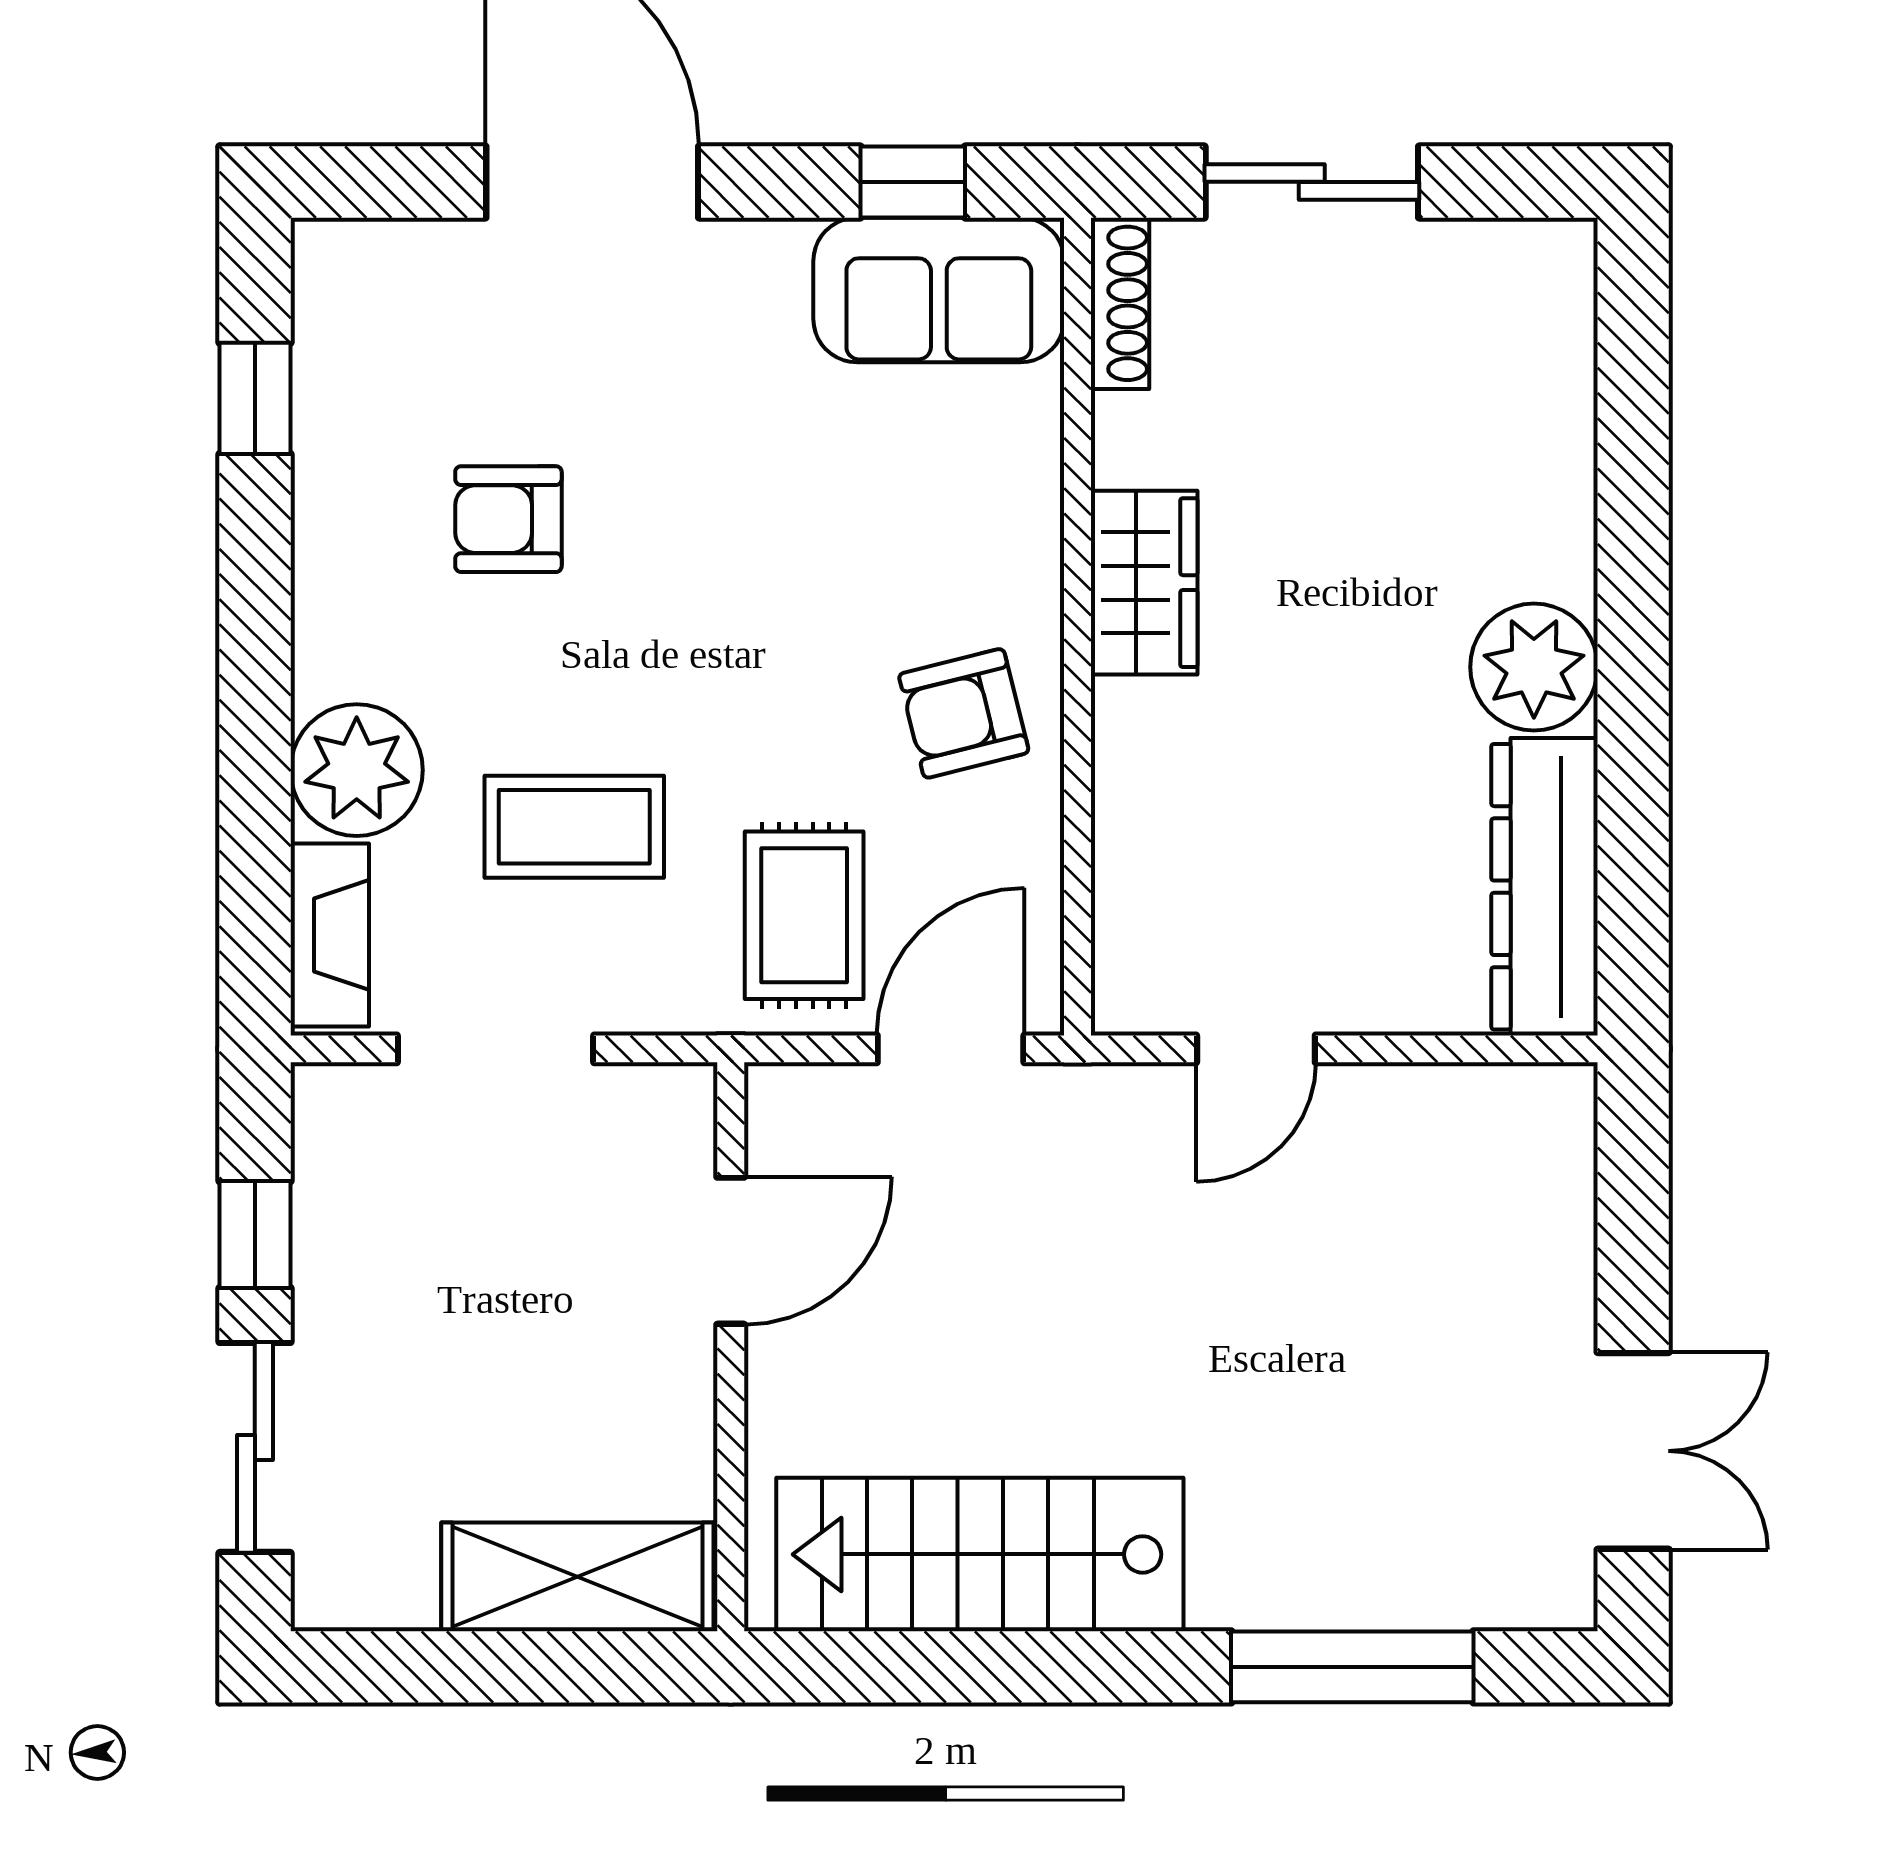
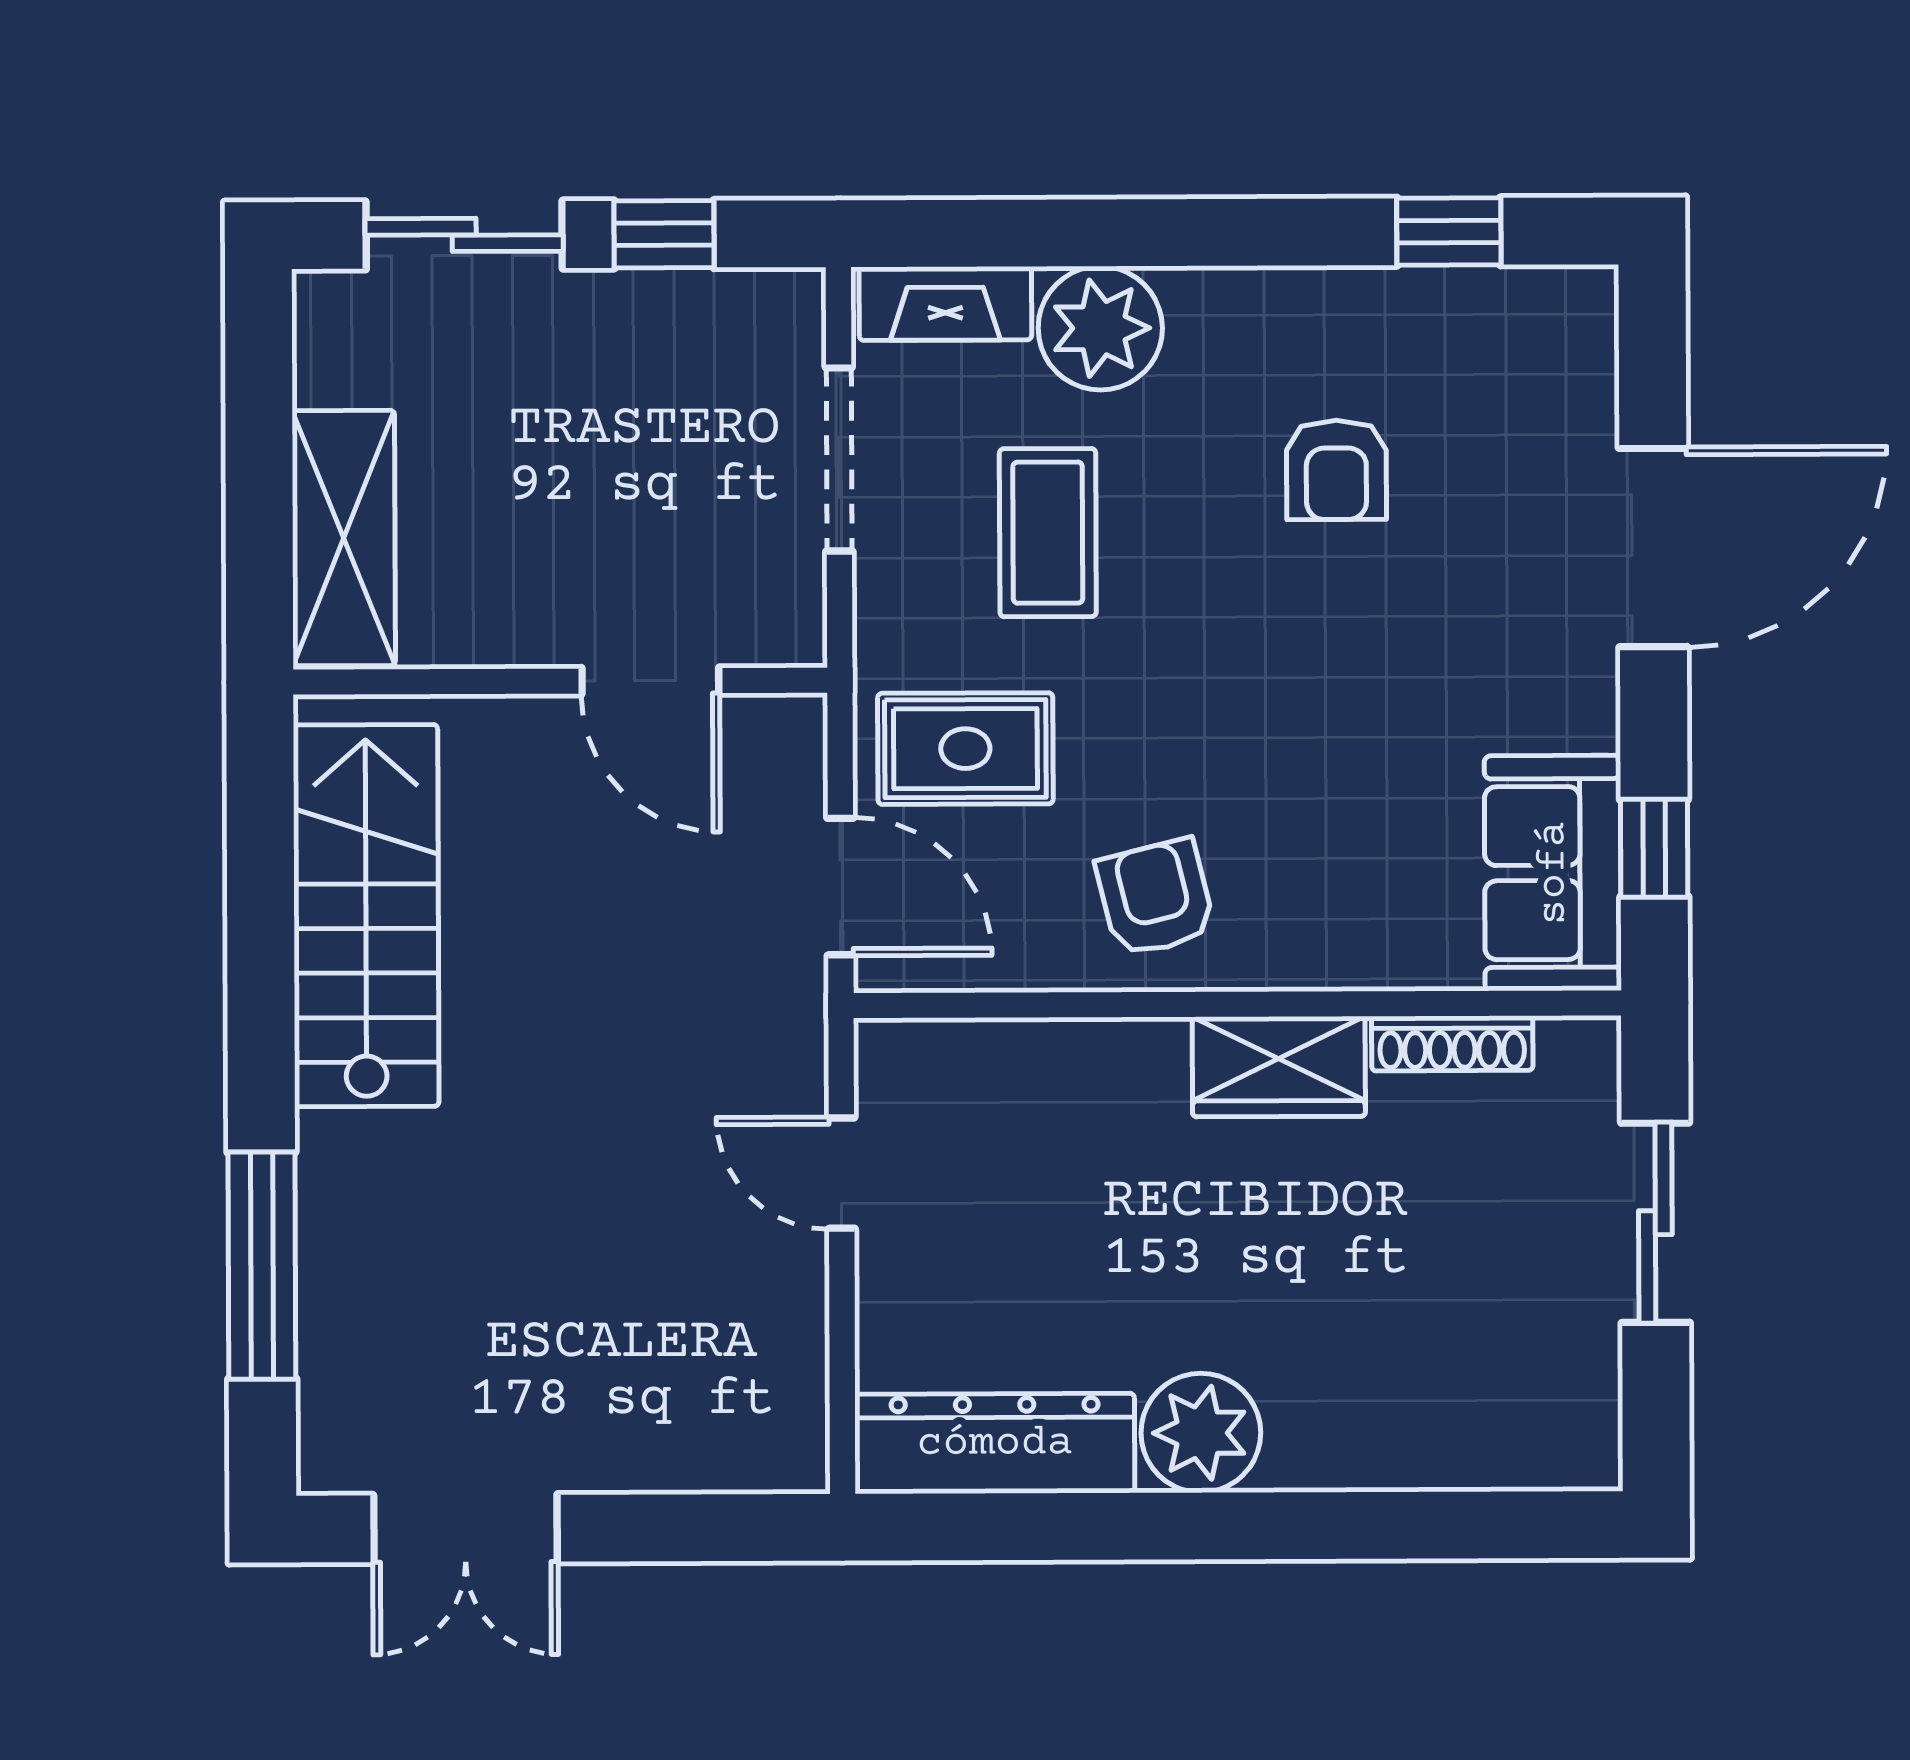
shoe rack: (1120, 303) -> (1452, 1043), moved
armchair: (508, 519) -> (1336, 470), turned 180

